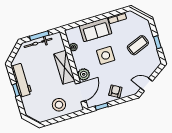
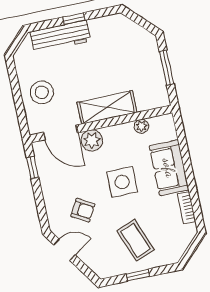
bicycle: (38, 43) -> (154, 64), removed
workbench: (22, 80) -> (60, 36), moved
door: (146, 85) -> (64, 250), hinge flipped
armchair: (115, 91) -> (83, 210), moved

